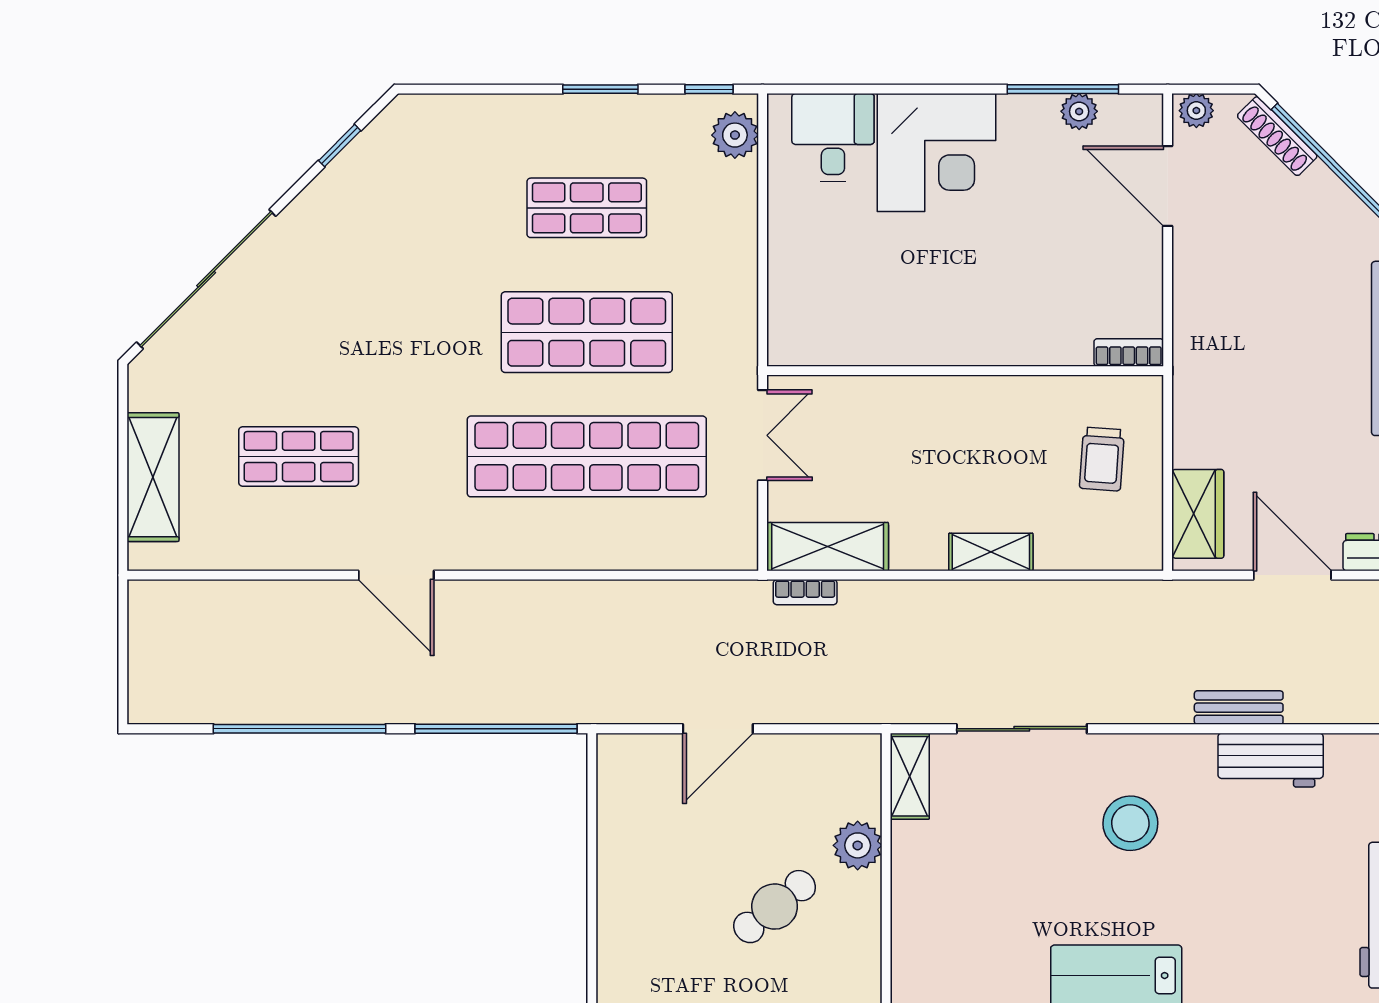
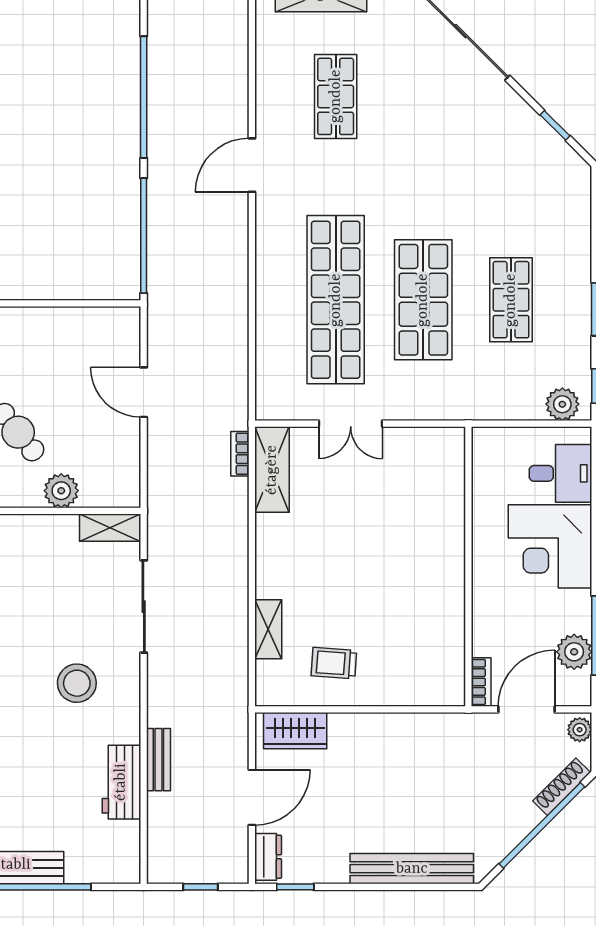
plant: (1079, 111) -> (574, 652), width x1.38, depth x1.38
bookcase: (1129, 352) -> (481, 682), moved
wall: (965, 371) -> (468, 567), moved
shelving: (991, 552) -> (268, 629), moved

